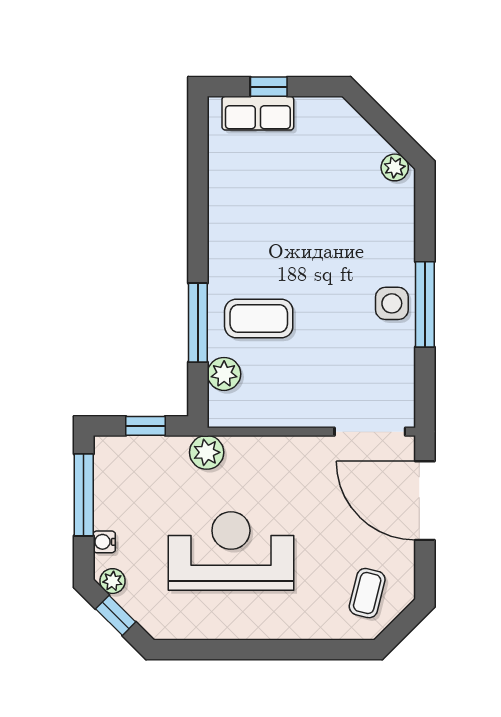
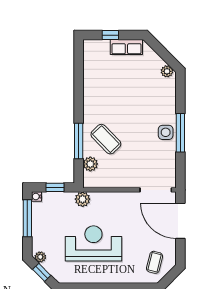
row of seats: (258, 113) -> (126, 47), moved
coffee table: (259, 318) -> (106, 139), turned 46
water cooler: (104, 542) -> (37, 196), moved

